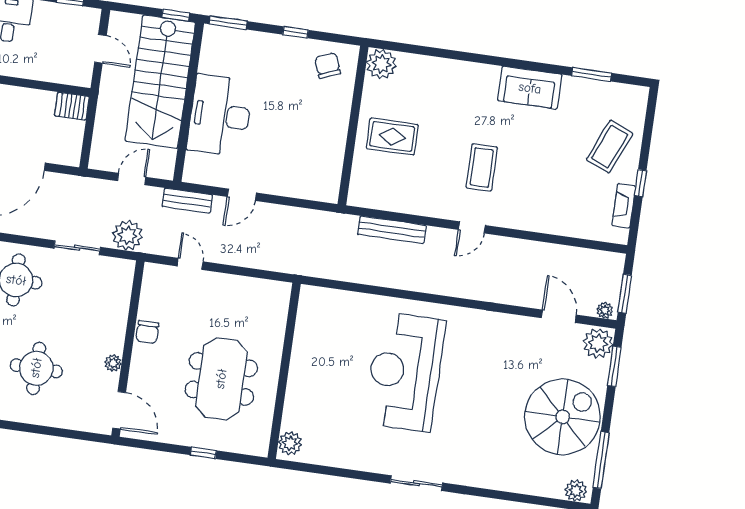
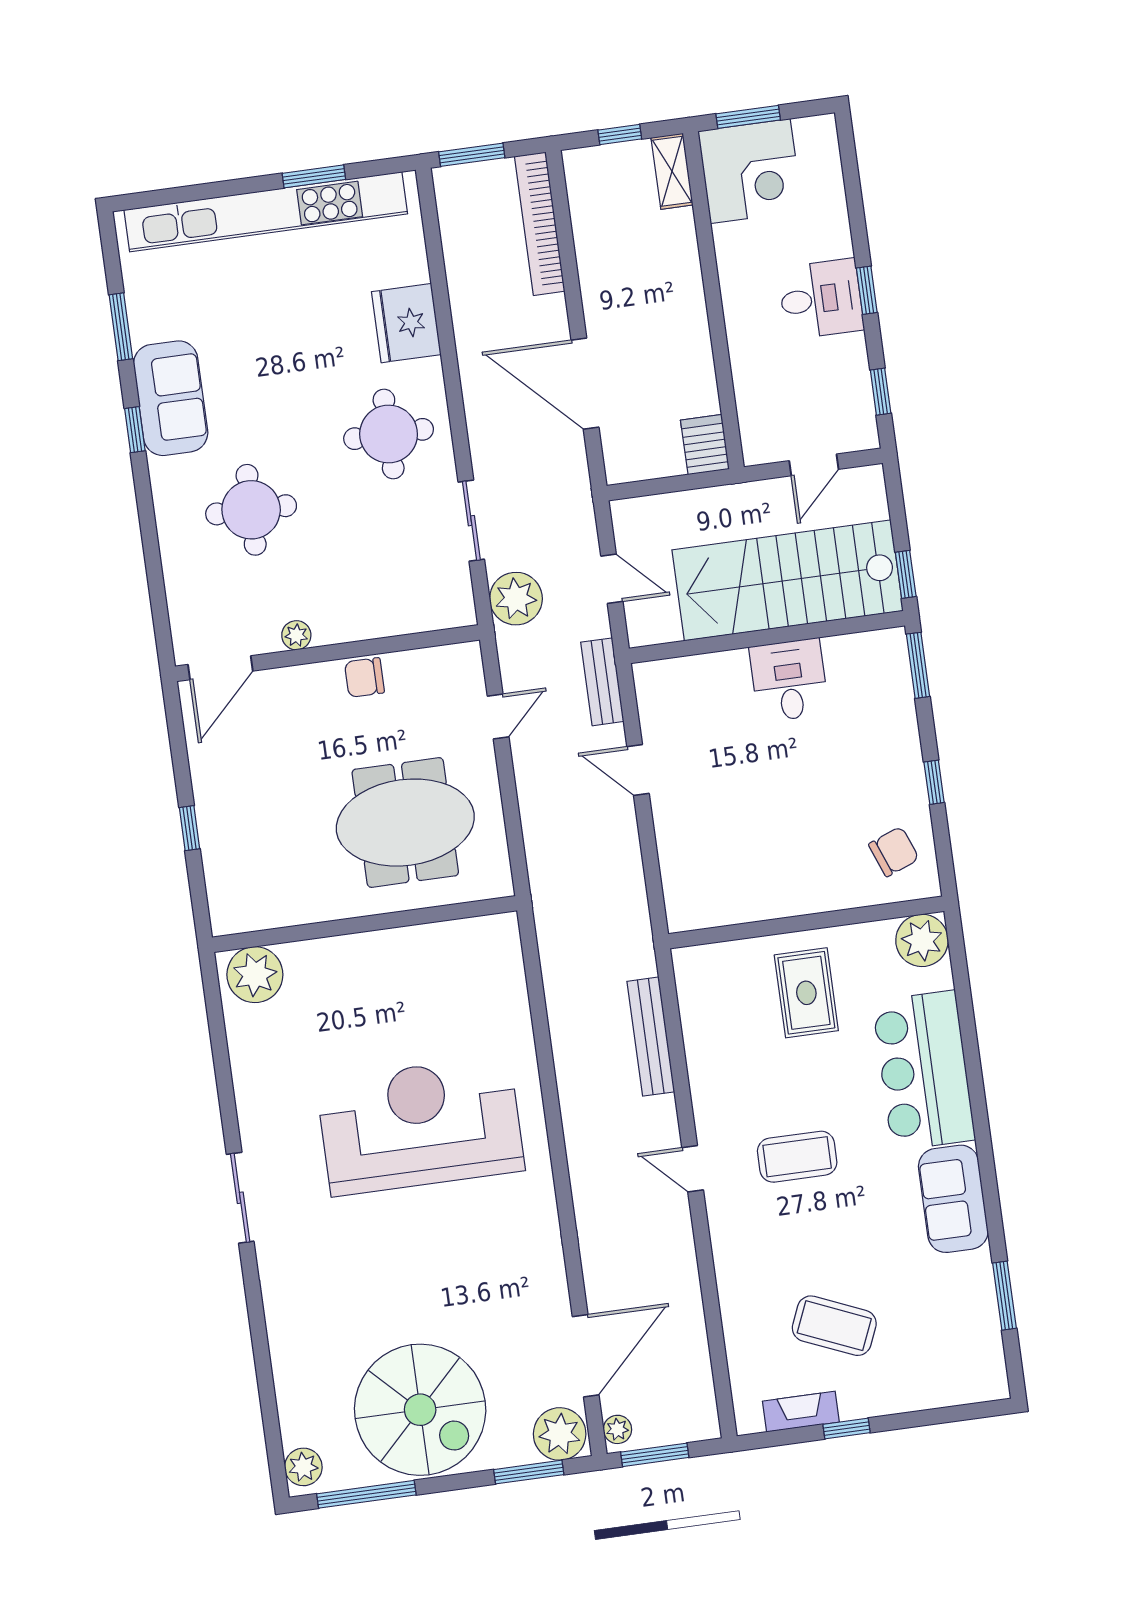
bar counter: (454, 84) -> (924, 1071), added
desk: (220, 115) -> (789, 680), width x0.53, depth x0.77
coffee table: (610, 147) -> (834, 1326), moved
door: (559, 316) -> (586, 1356), width x1.36
meeting table: (221, 379) -> (405, 823), moved
plant: (290, 443) -> (255, 975), width x1.36, depth x1.36

